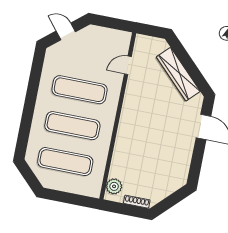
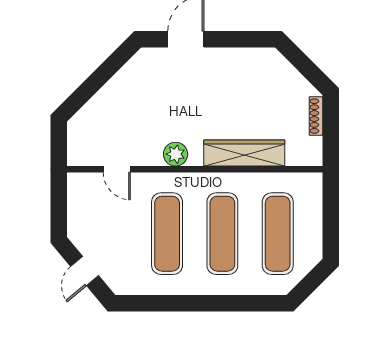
wardrobe: (178, 74) -> (244, 153), moved, turned -135
plant: (114, 186) -> (176, 154), moved

